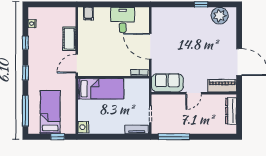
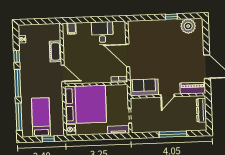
door: (77, 64) -> (63, 73), swing flipped
window: (25, 73) -> (18, 83), width x2.17
bed: (101, 89) -> (85, 104), width x2.04
window: (174, 137) -> (173, 134), moved

